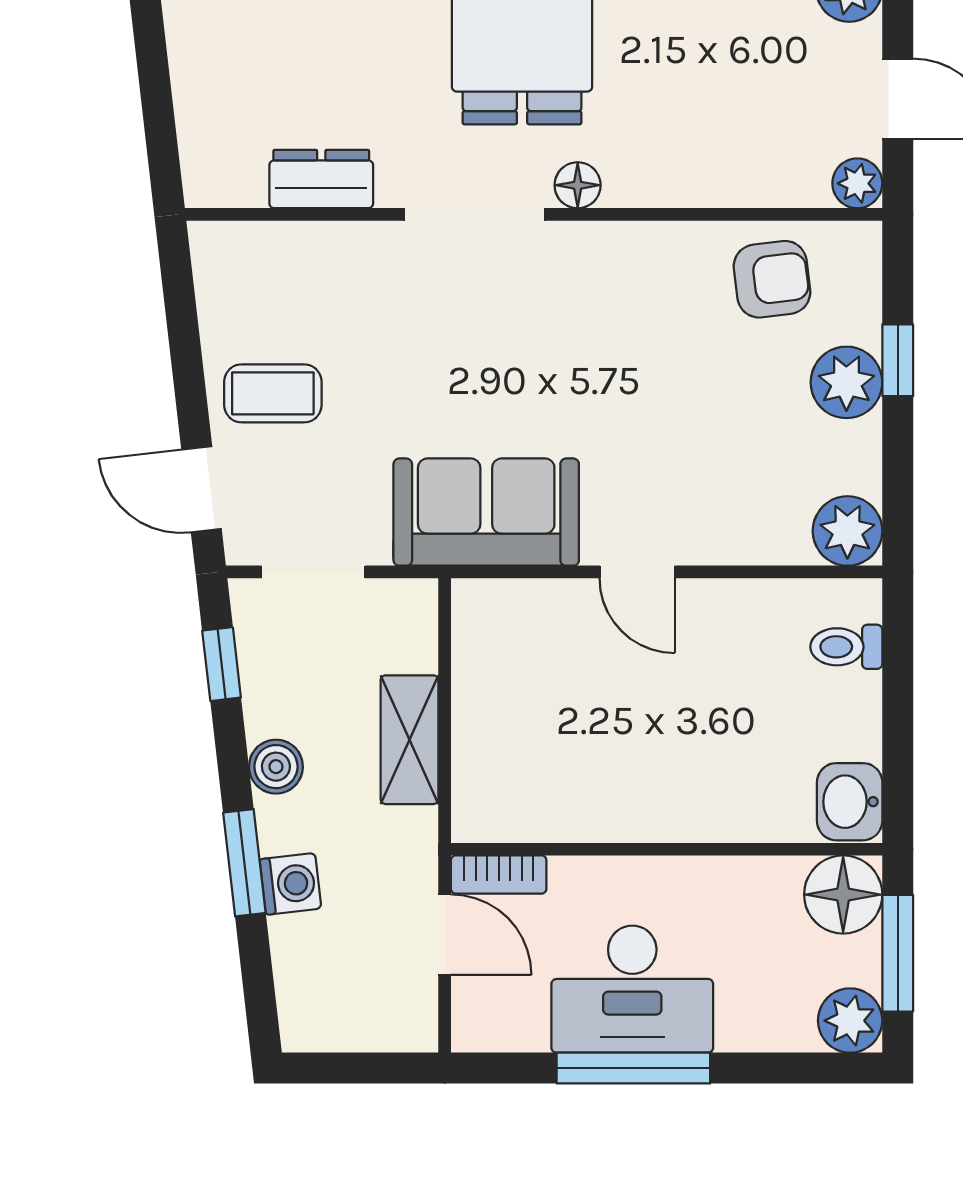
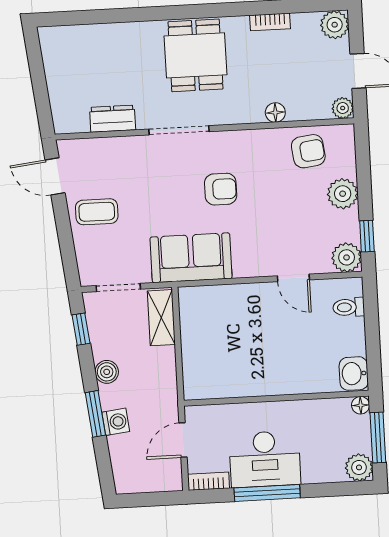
floor lamp: (578, 185) -> (275, 113), moved
armchair: (564, 356) -> (221, 189), added
window: (898, 360) -> (367, 236), moved
door: (201, 489) -> (55, 176), moved
door: (637, 572) -> (293, 278), moved
shelving: (410, 740) -> (161, 318), moved
bookcase: (499, 875) -> (208, 481), moved, turned 180
floor lamp: (843, 895) -> (361, 405), width x0.53, depth x0.53
door: (445, 935) -> (183, 440), swing flipped

